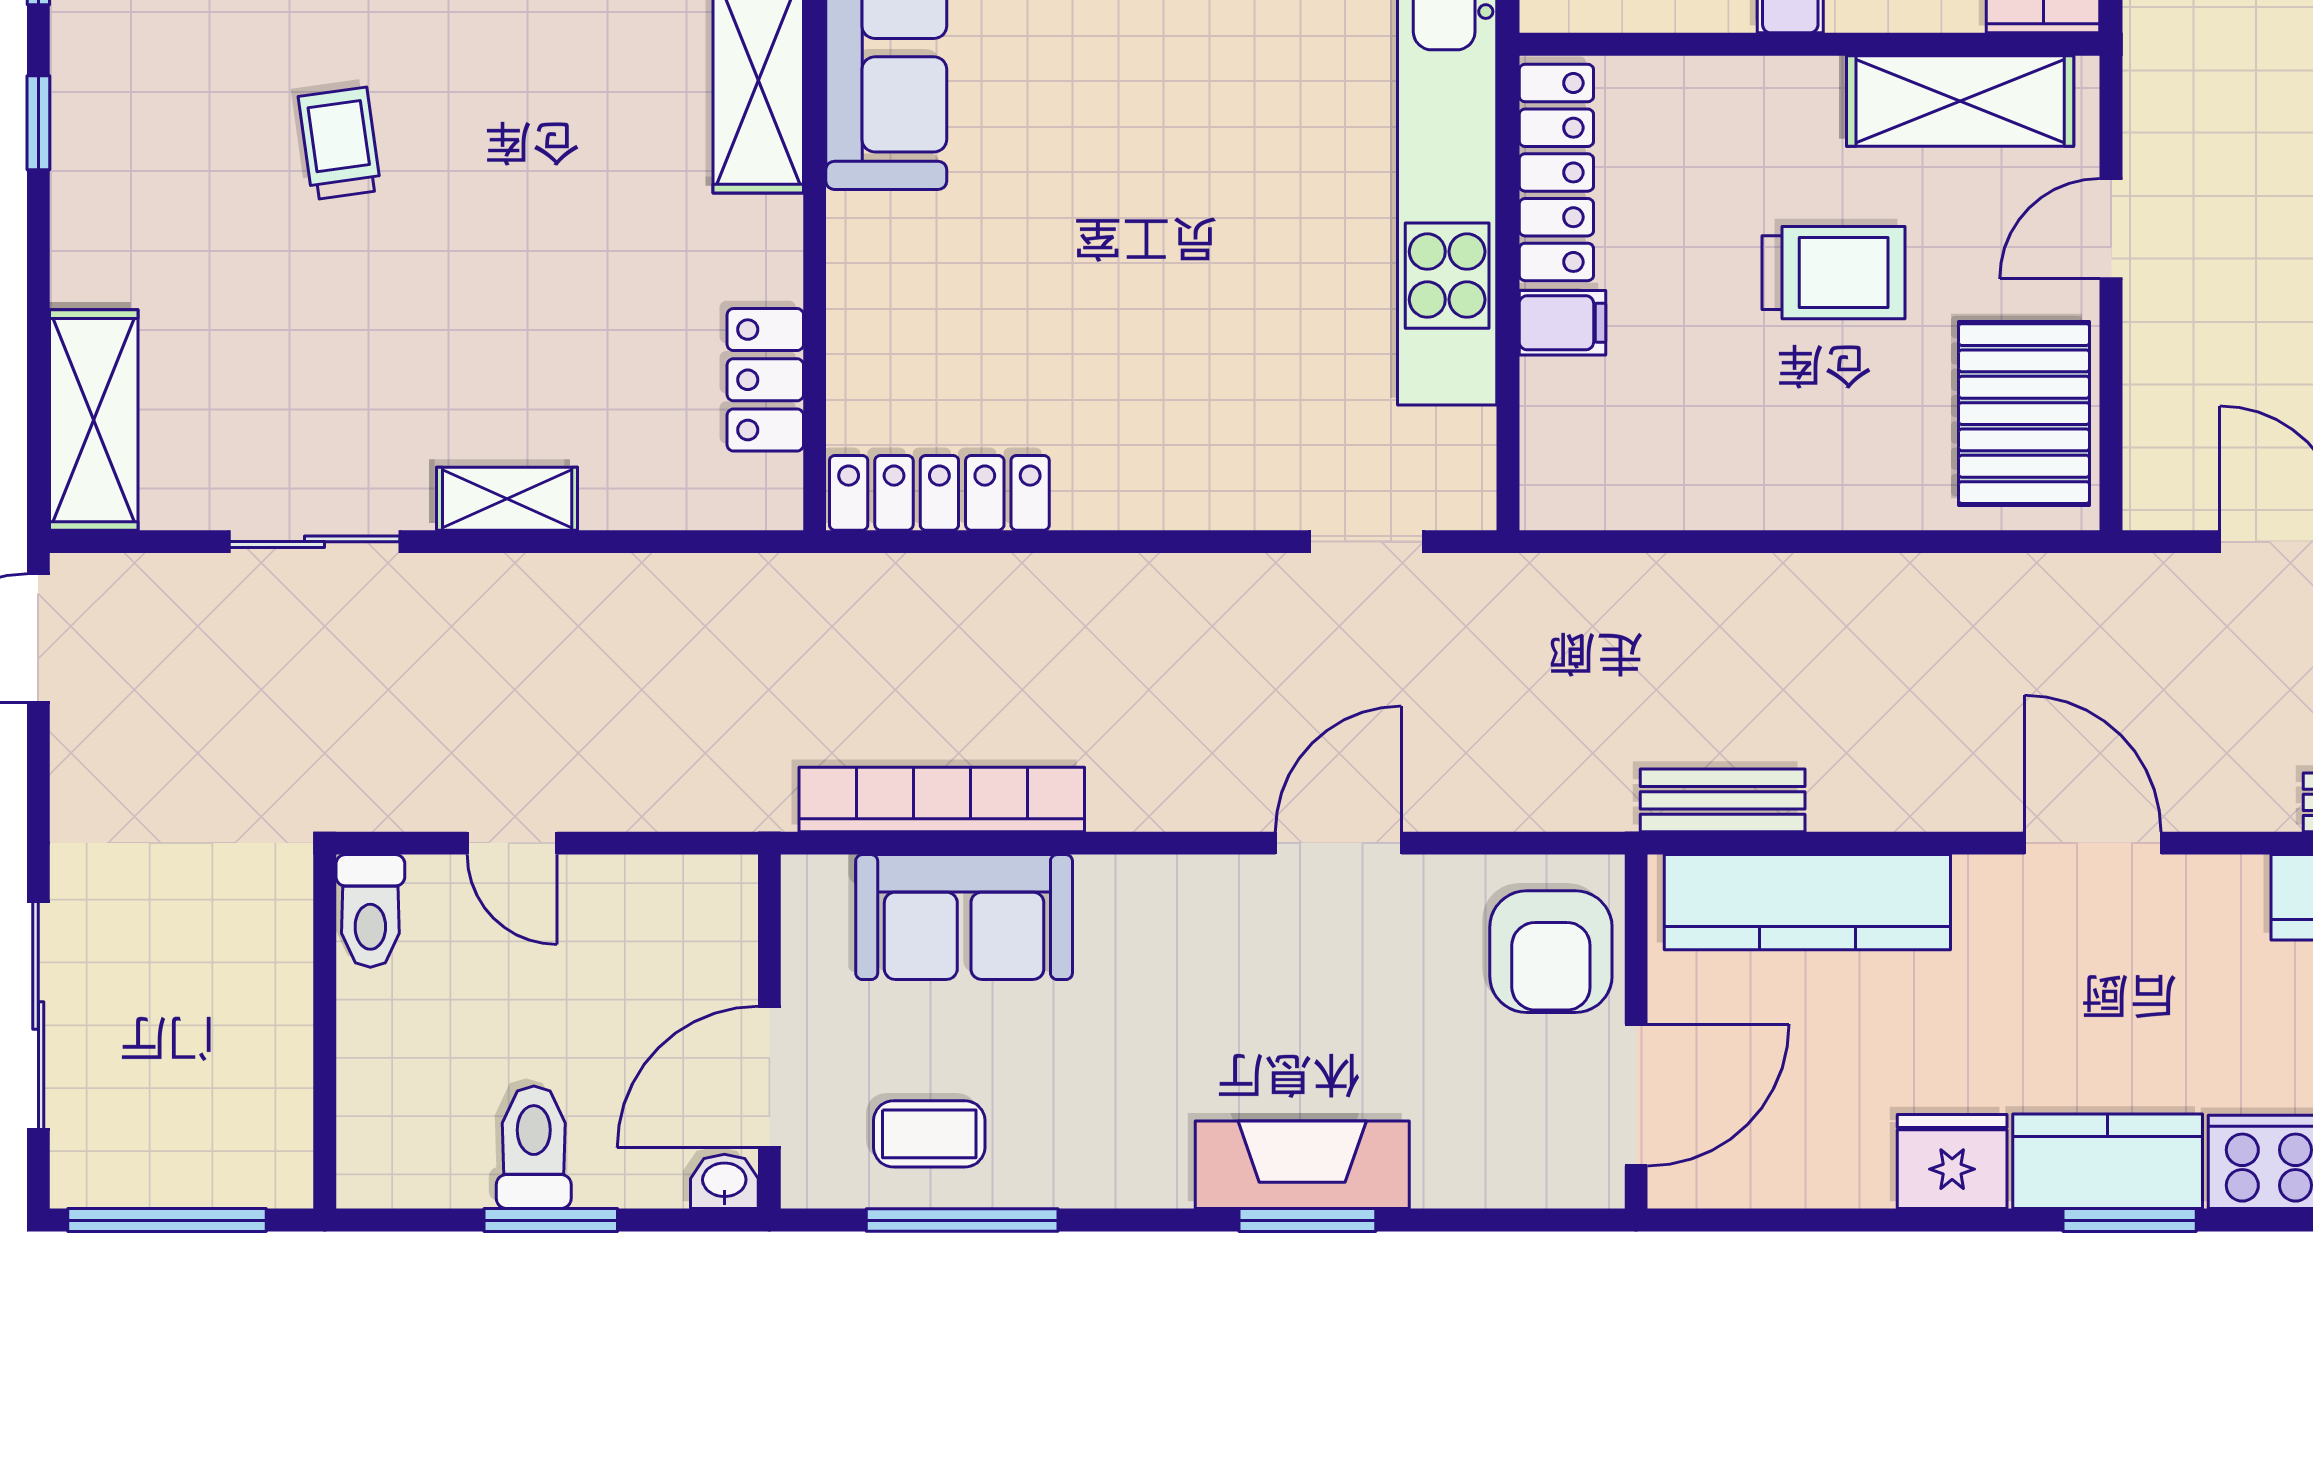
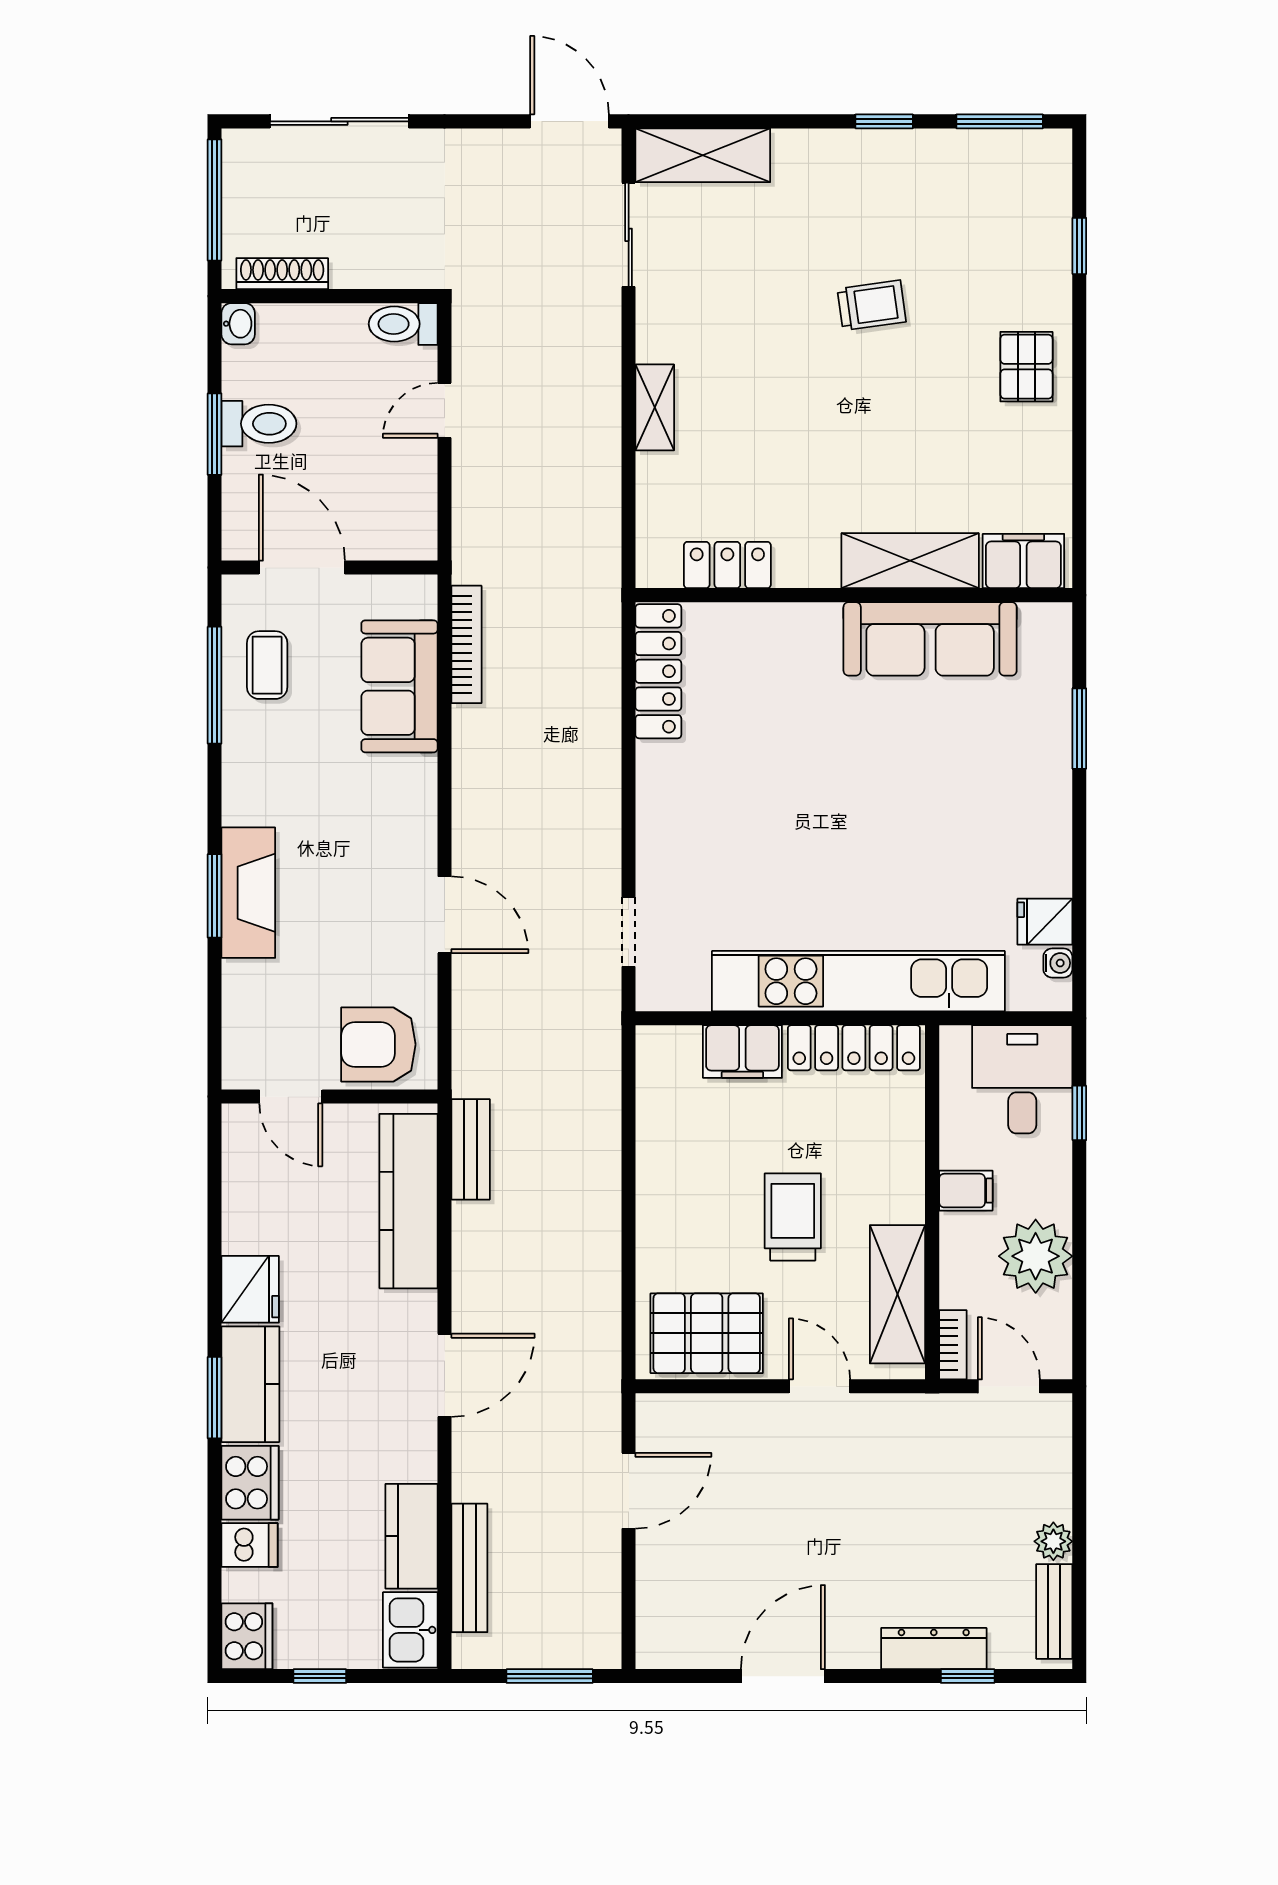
trolley: (1834, 273) -> (793, 1217), turned 180
filing cabinet: (1563, 323) -> (742, 1052), width x2.00
sliding door: (314, 542) -> (629, 235), moved
bookcase: (942, 799) -> (467, 644), width x0.68, depth x0.76
door: (1636, 1095) -> (291, 1097), width x0.73
shoe rack: (288, 1109) -> (282, 274), added
washbasin: (724, 1181) -> (238, 324), moved

